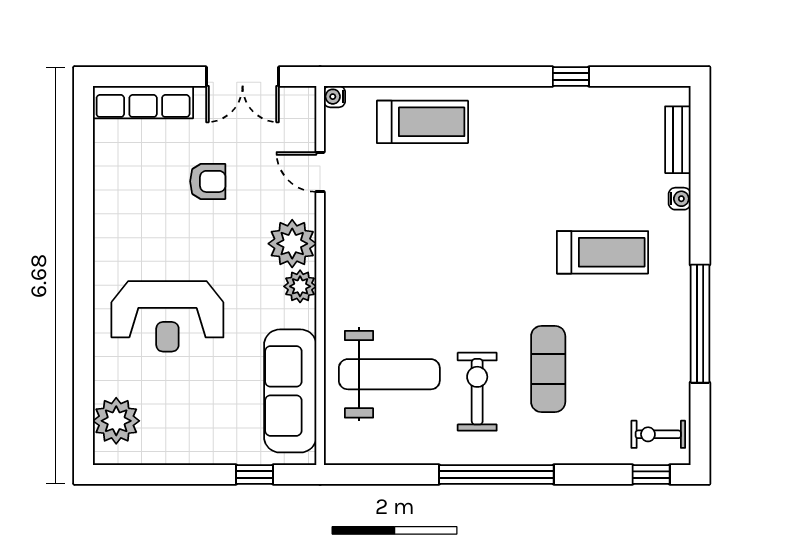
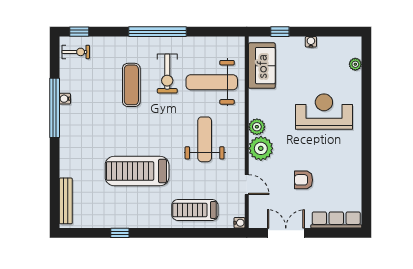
bench: (678, 140) -> (66, 201), width x1.36
water cooler: (680, 199) -> (65, 99), moved
treadmill: (603, 252) -> (137, 171), moved, width x1.37, depth x1.38
weight bench: (403, 261) -> (205, 139), added
sofa: (290, 391) -> (262, 66), width x0.73
plant: (116, 421) -> (355, 64), width x0.53, depth x0.53
water cooler: (193, 454) -> (311, 42), added

